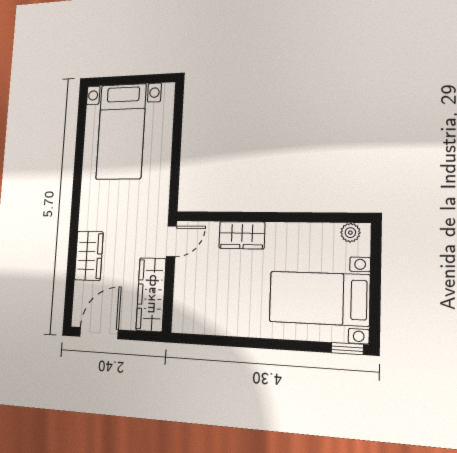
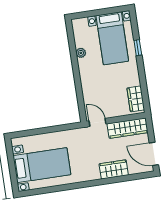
plant: (350, 233) -> (81, 53), moved
wardrobe: (242, 235) -> (136, 99), moved, turned 180
window: (347, 349) -> (138, 48), moved

